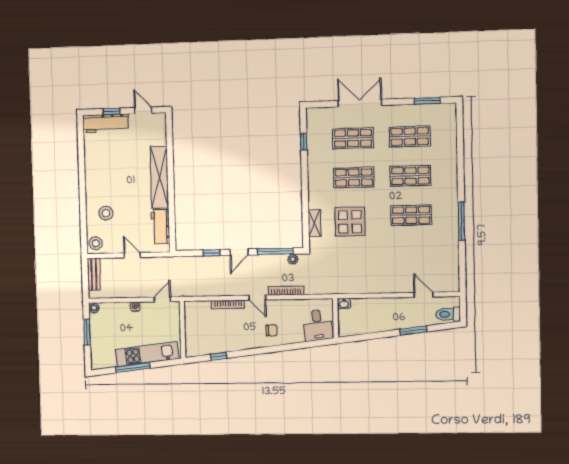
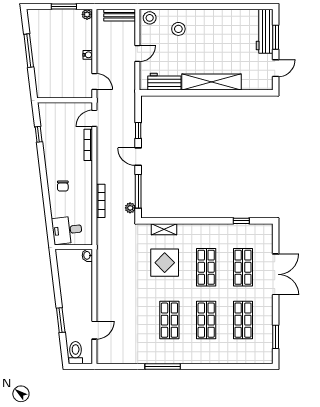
window: (111, 111) -> (276, 37), width x1.50
door: (257, 298) -> (94, 118), moved
kitchen unit: (147, 354) -> (42, 65), removed

